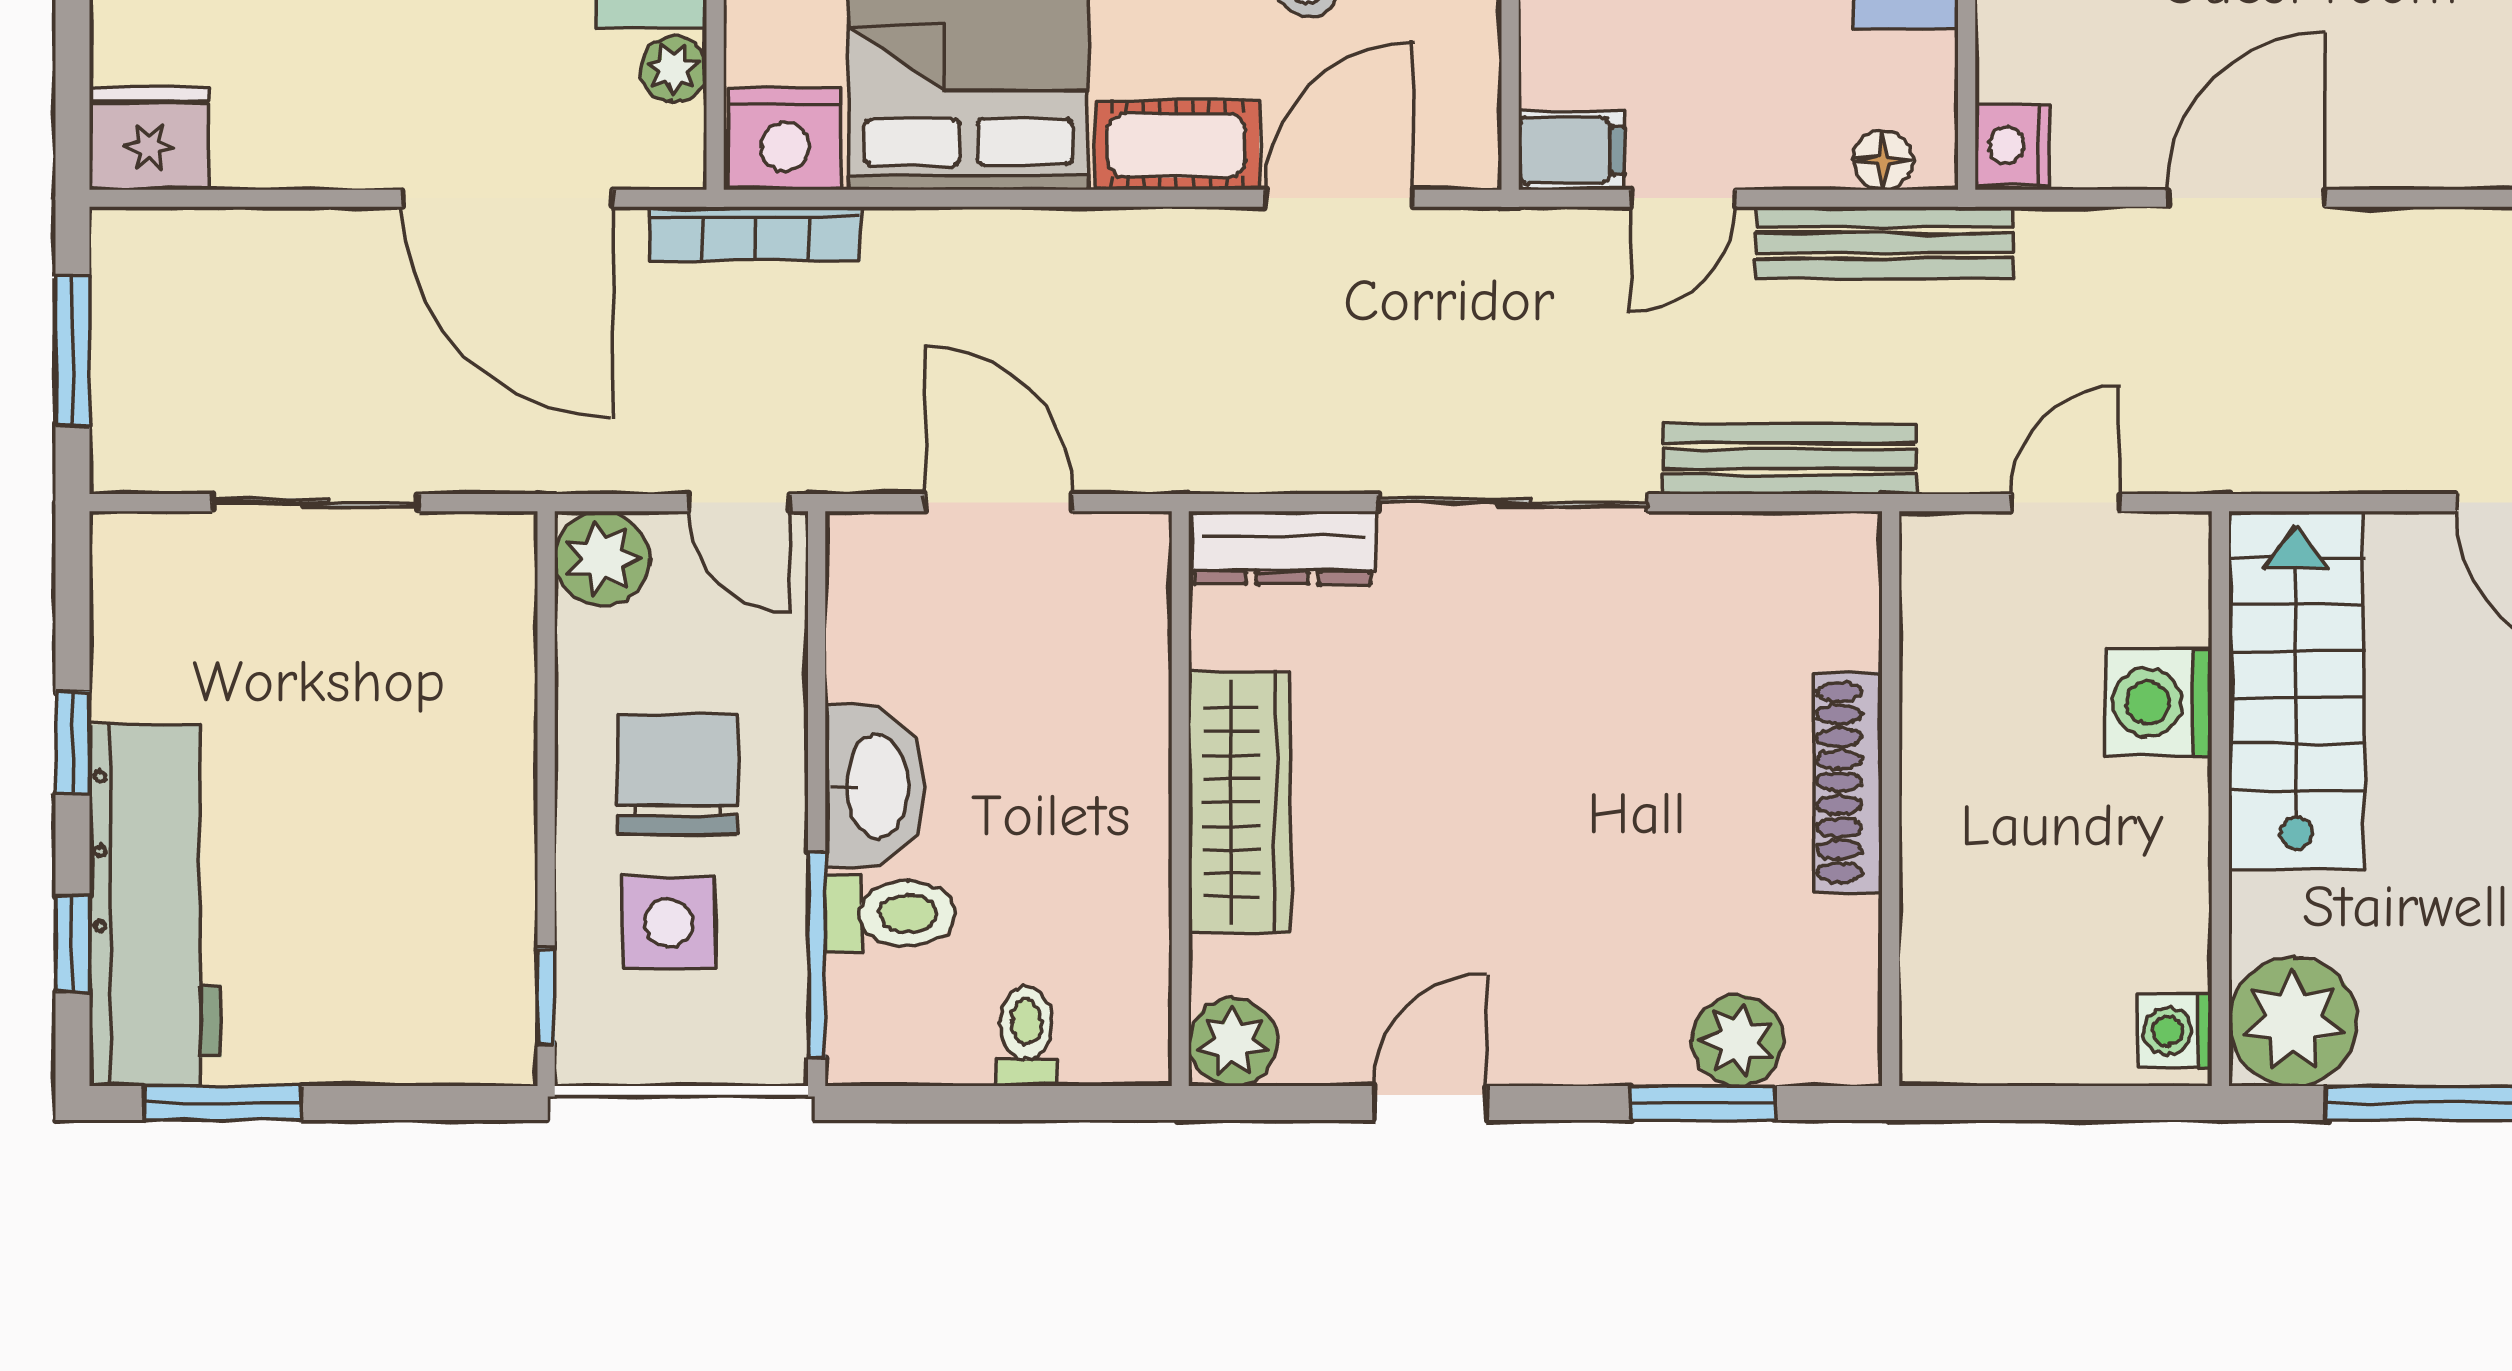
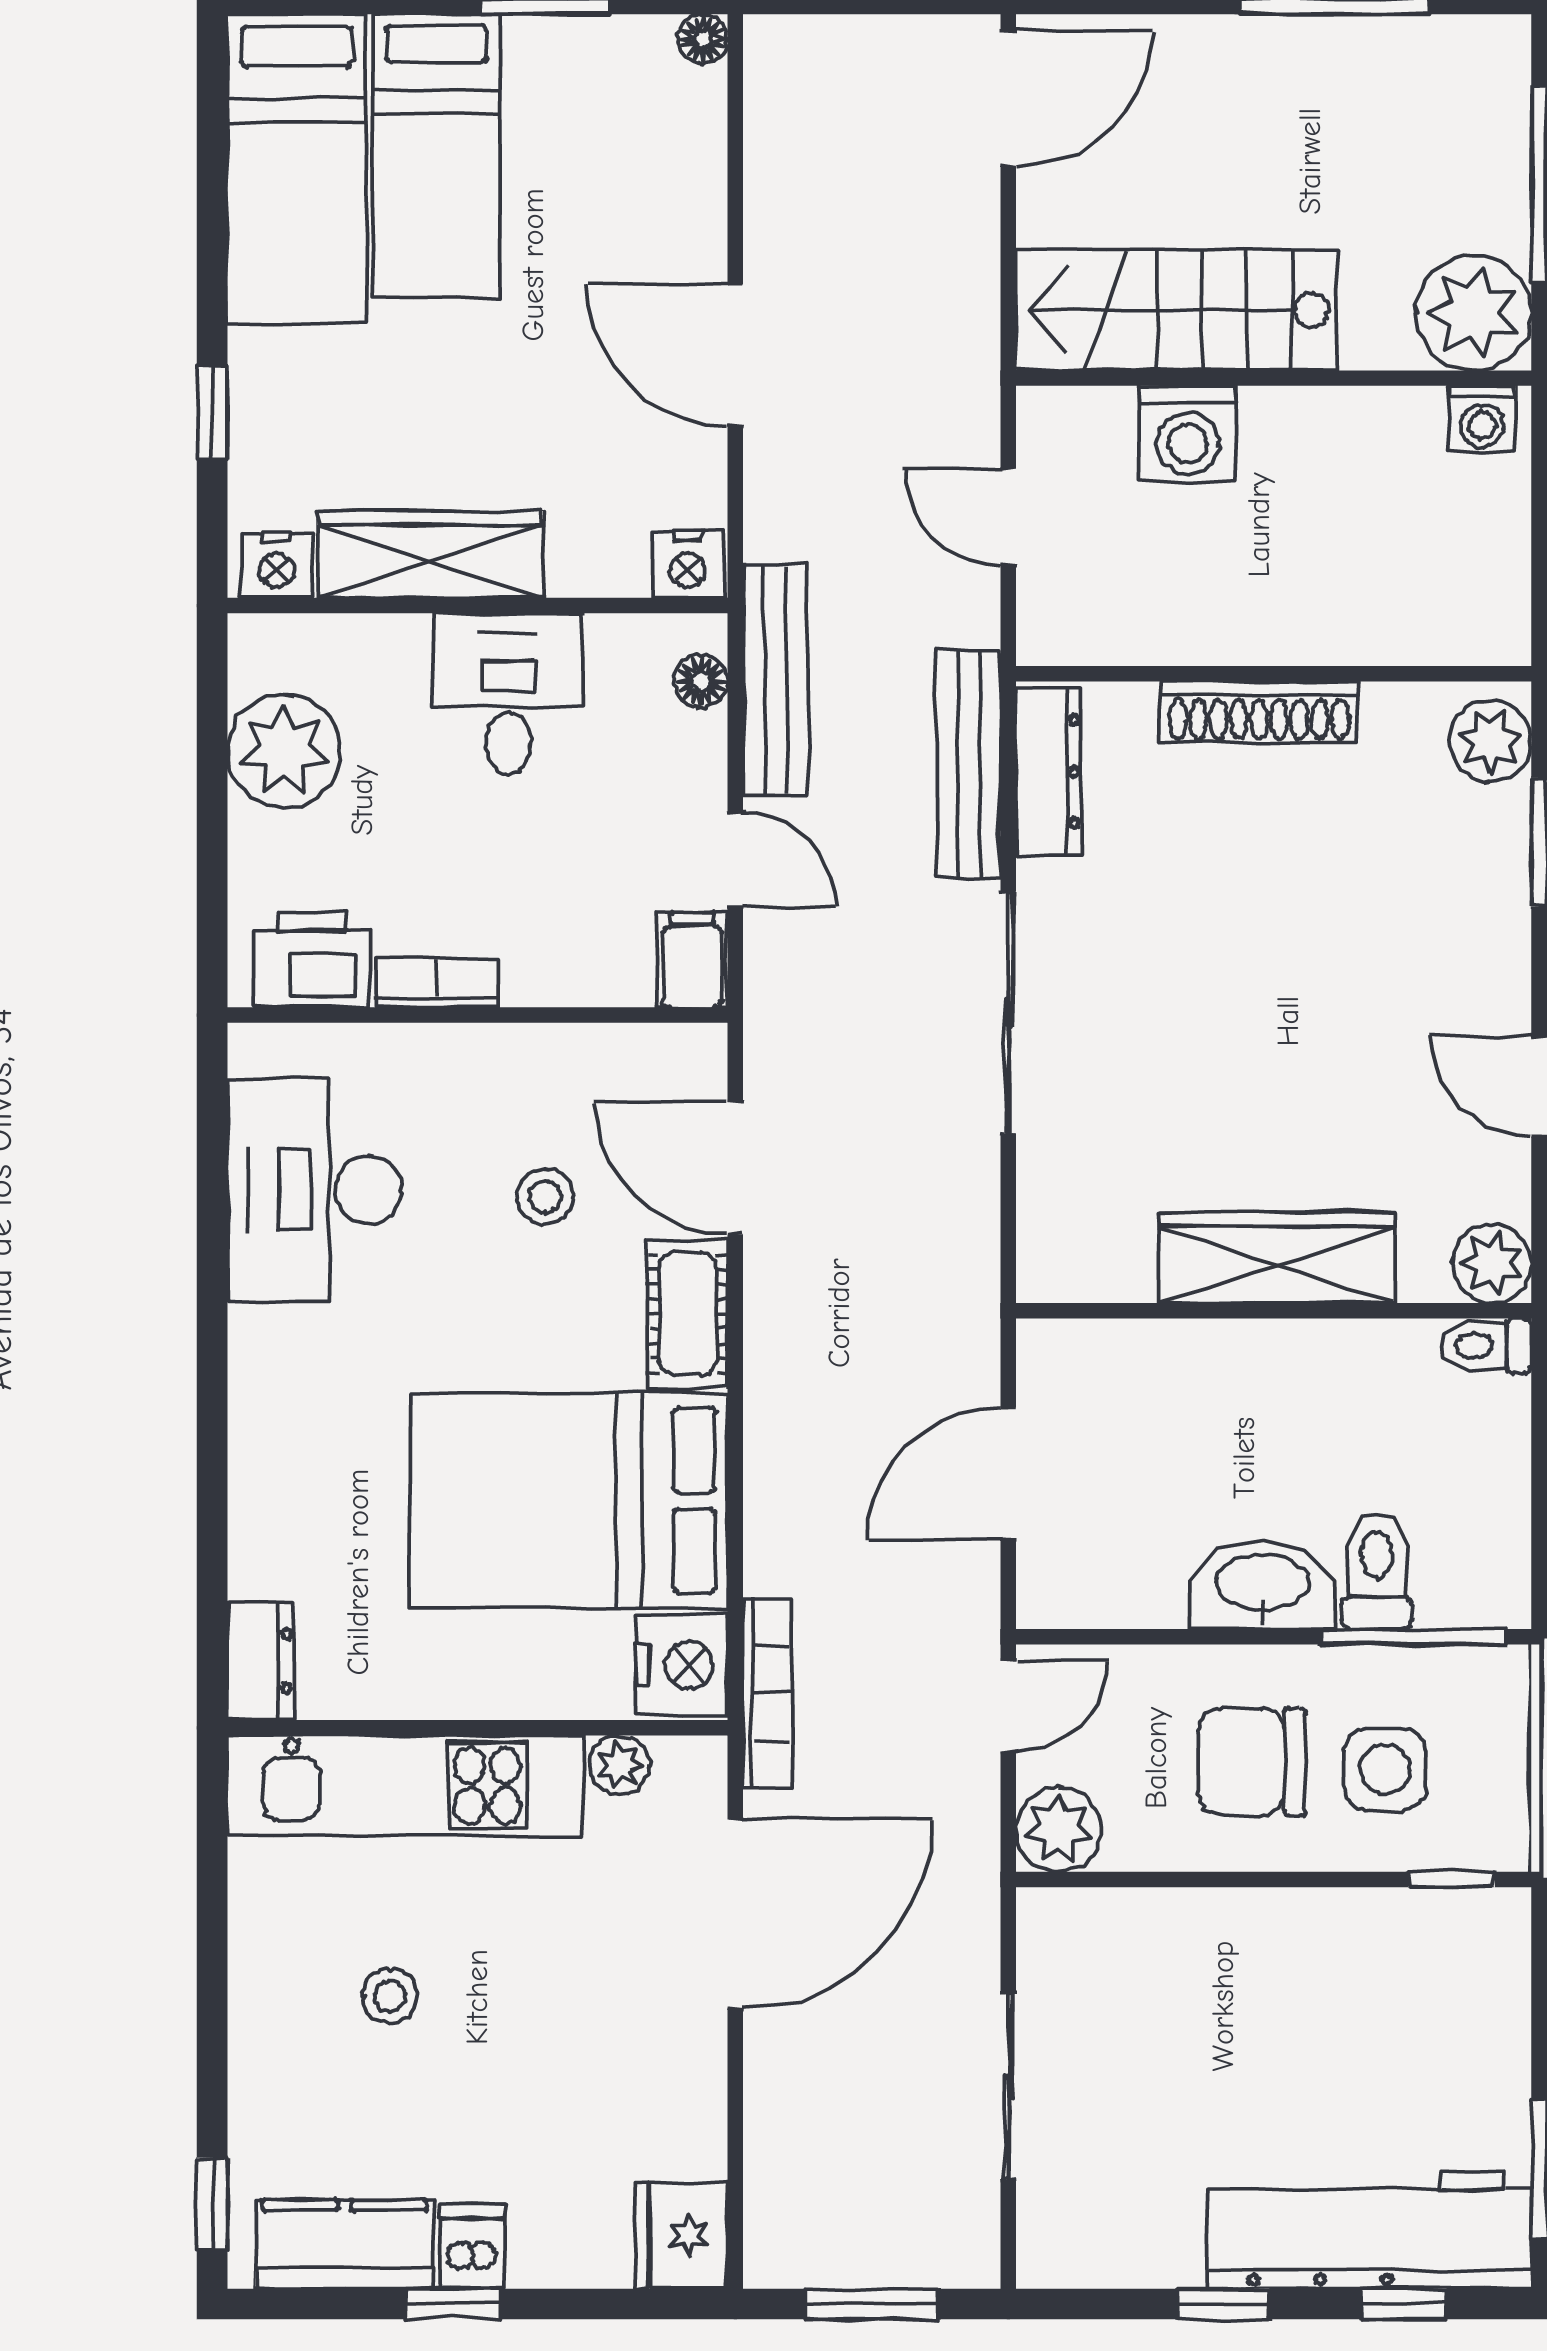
dresser: (1282, 548) -> (1049, 771), moved
toilet: (1026, 1036) -> (1487, 1346), moved
plant: (1737, 1040) -> (1490, 741), moved

